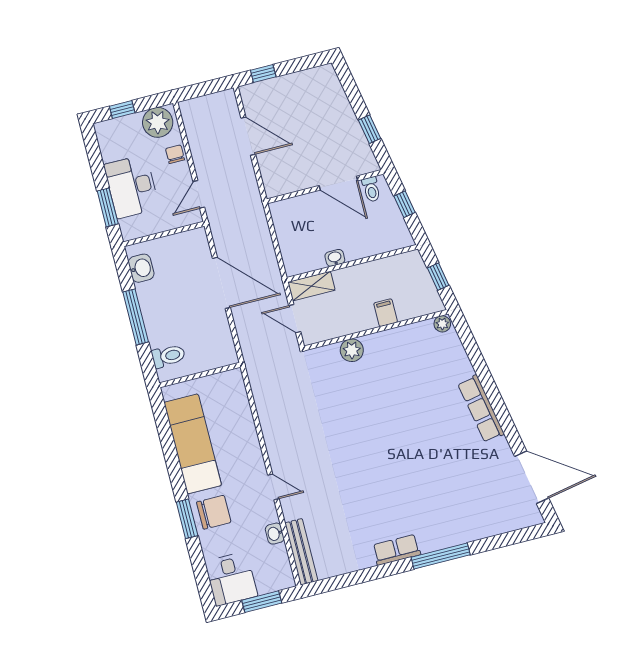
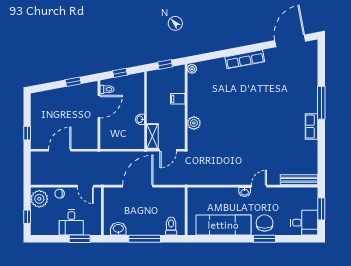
desk: (132, 186) -> (71, 222), width x0.73
washbasin: (275, 534) -> (245, 192), moved

